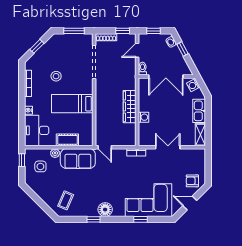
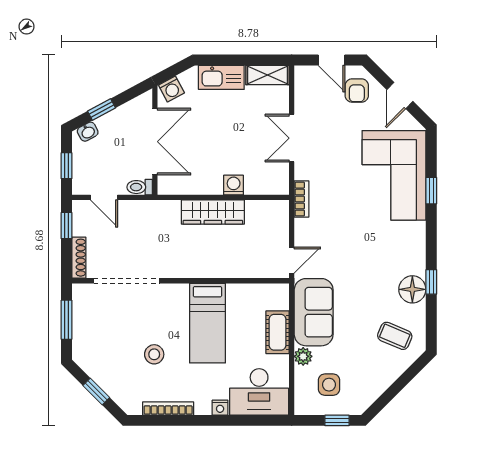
window: (22, 160) -> (337, 420), moved
door: (208, 168) -> (332, 60), added
floor lamp: (105, 210) -> (412, 289), moved

